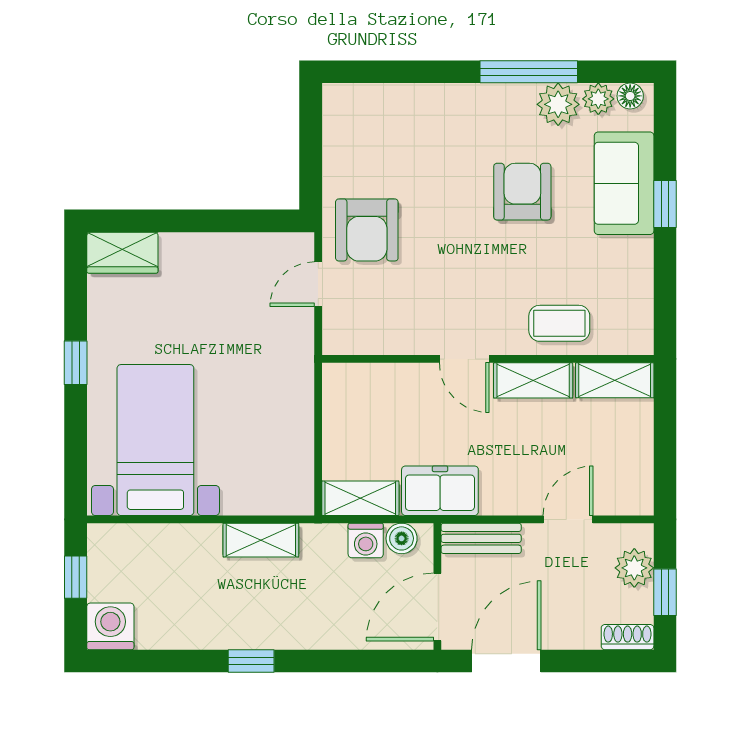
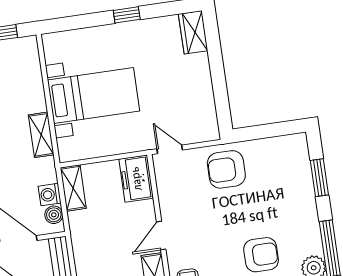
window: (404, 72) -> (319, 178), added
door: (318, 284) -> (170, 149), moved
bed with nightstands: (155, 440) -> (94, 96), moved
freezer: (440, 491) -> (136, 179), moved, turned 180

